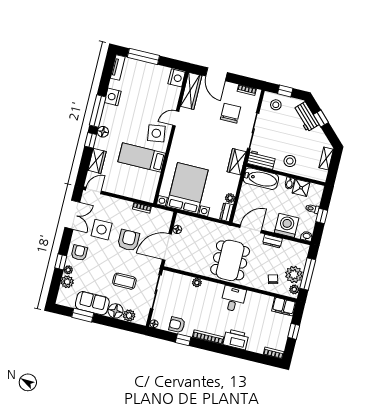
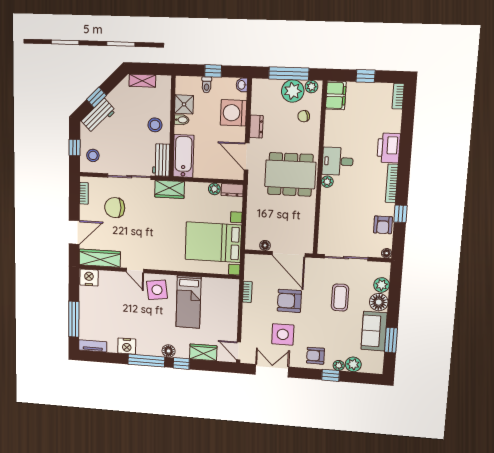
plant: (197, 283) -> (327, 182), moved

